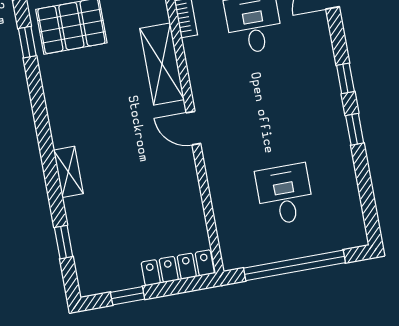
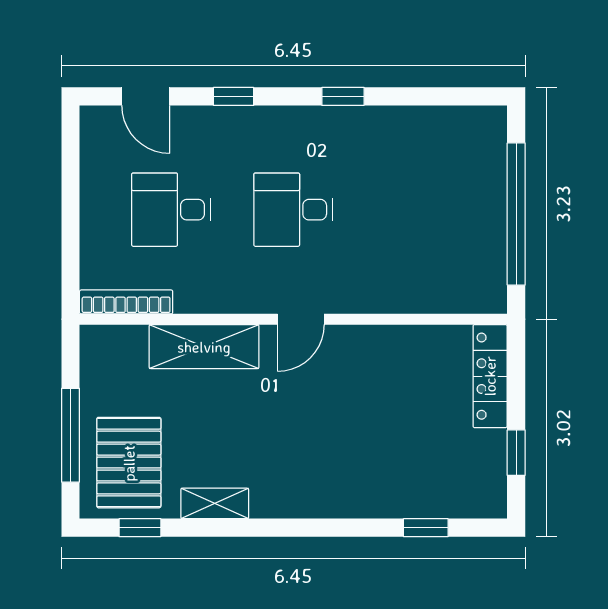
window: (345, 78) -> (234, 96), moved
shelving: (68, 172) -> (215, 503), moved
desk: (285, 194) -> (293, 210), moved

